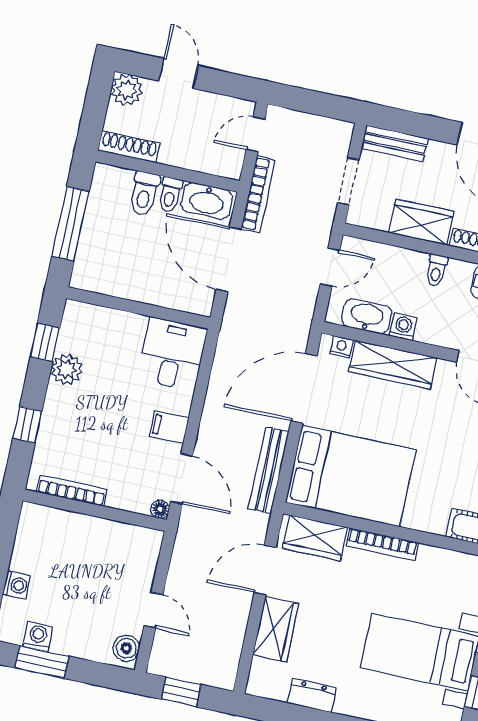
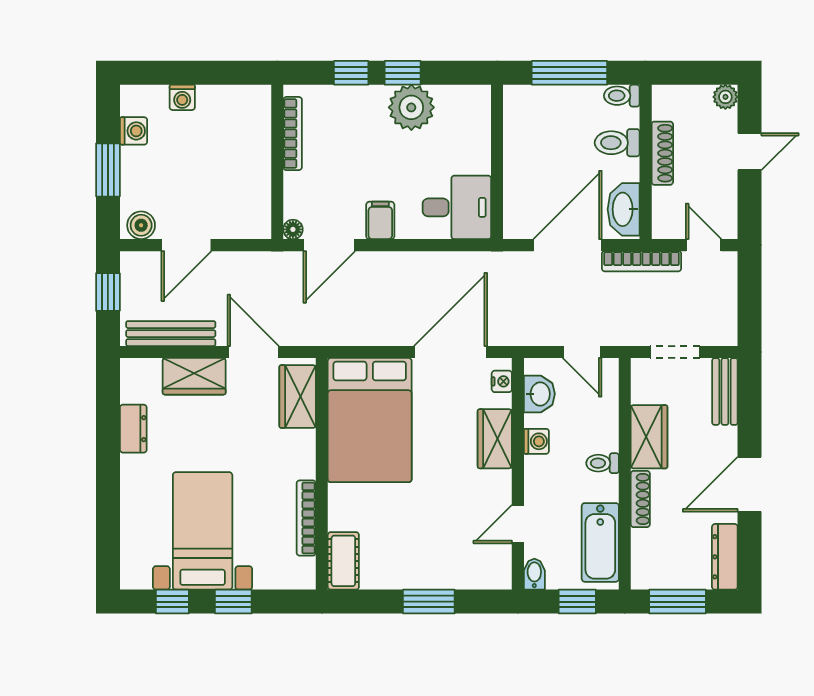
plant: (127, 90) -> (725, 97), width x0.73, depth x0.73
shoe rack: (129, 147) -> (662, 153), moved
toilet: (170, 195) -> (622, 96), moved
washbasin: (367, 316) -> (539, 394), width x0.72
window: (45, 342) -> (403, 73), moved
wardrobe: (393, 365) -> (495, 439), width x0.67
plant: (67, 369) -> (411, 107), width x1.36, depth x1.36
door: (304, 388) -> (450, 352), hinge flipped
bench: (269, 470) -> (171, 334), moved
bookcase: (382, 544) -> (306, 518), moved
door: (153, 610) -> (186, 245), width x1.38
window: (42, 662) -> (108, 170), moved

